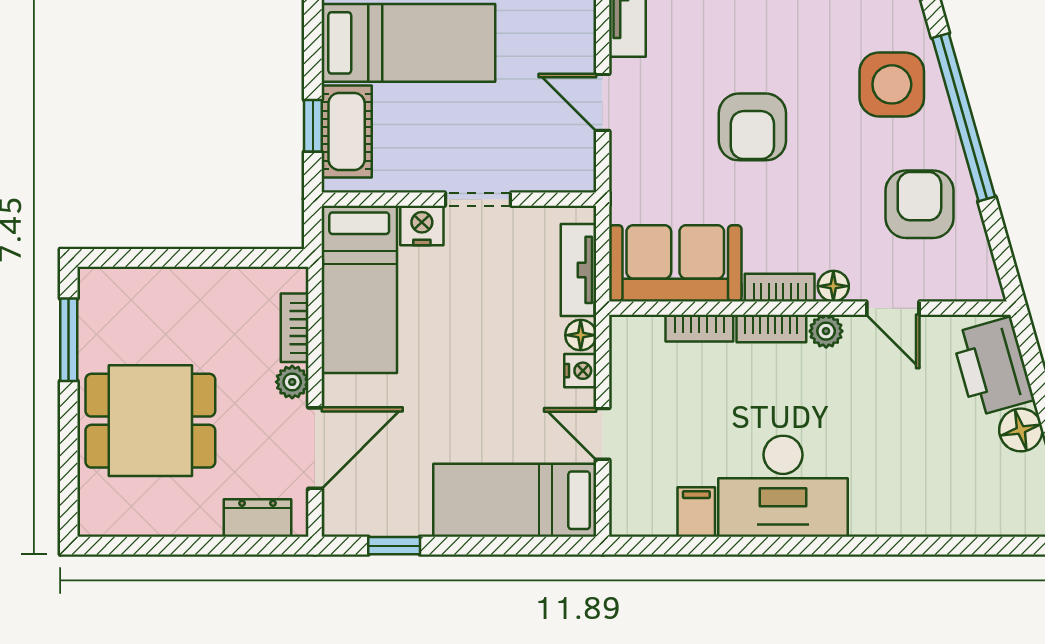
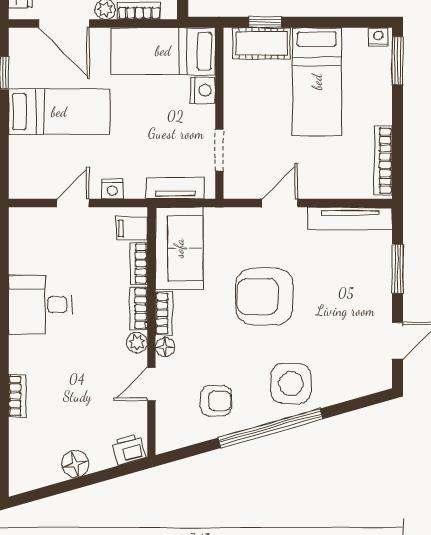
armchair: (752, 127) -> (264, 296), width x1.36, depth x1.36
doorway: (478, 199) -> (219, 150), moved
armchair: (919, 204) -> (216, 401), width x0.72, depth x0.72
floor lamp: (581, 335) -> (135, 189), removed
printer: (993, 367) -> (129, 449), width x0.53, depth x0.68
desk: (783, 486) -> (40, 305), width x0.73
bed: (515, 500) -> (59, 112), moved, turned 90
filing cabinet: (696, 512) -> (132, 229), moved, turned 180
bookcase: (912, 523) -> (17, 396), added

